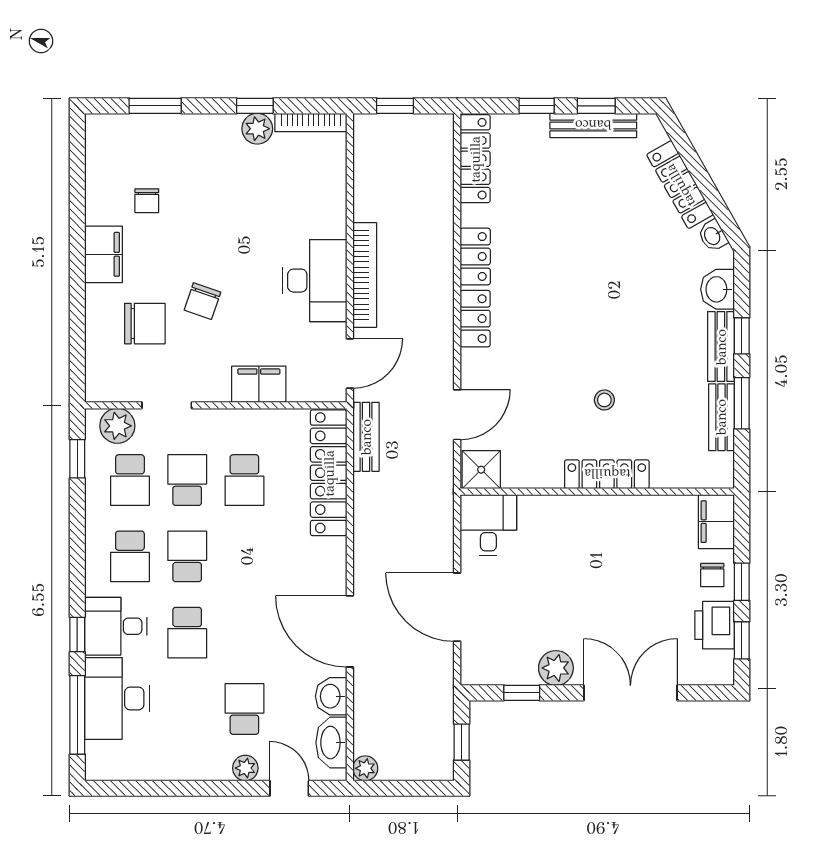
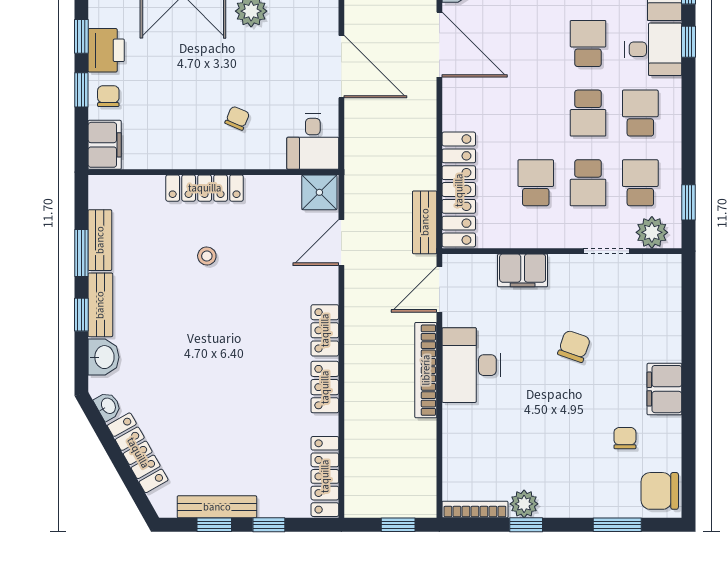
chair: (145, 324) -> (660, 491), moved
chair: (571, 551) -> (237, 118), added

